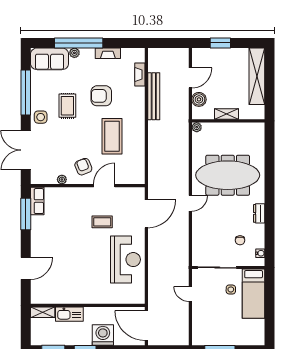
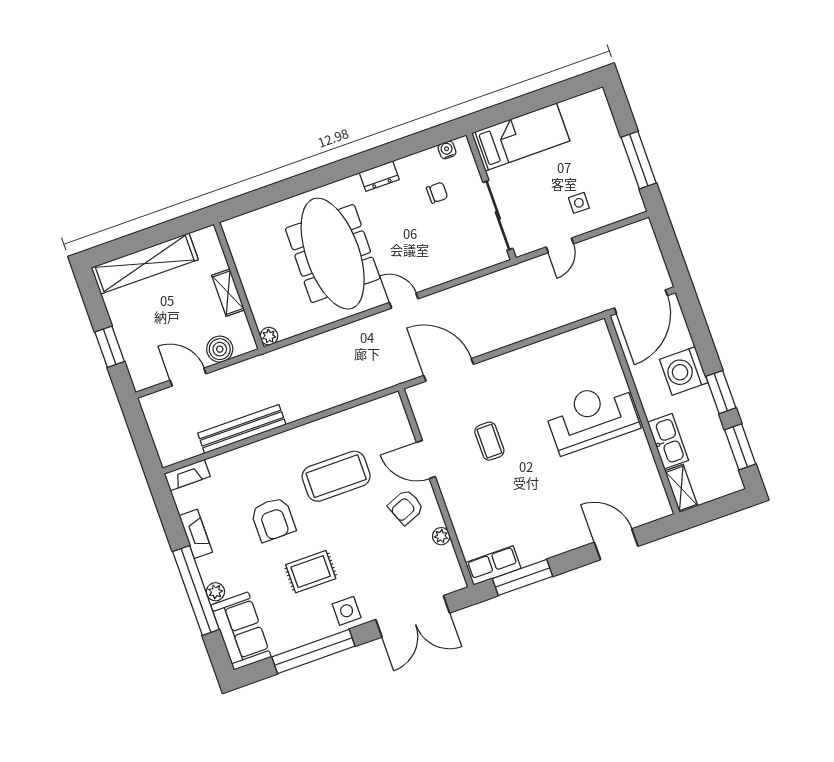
fireplace: (140, 74) -> (187, 475), moved
reception desk: (126, 260) -> (592, 417), moved
side table: (231, 289) -> (579, 203), moved

